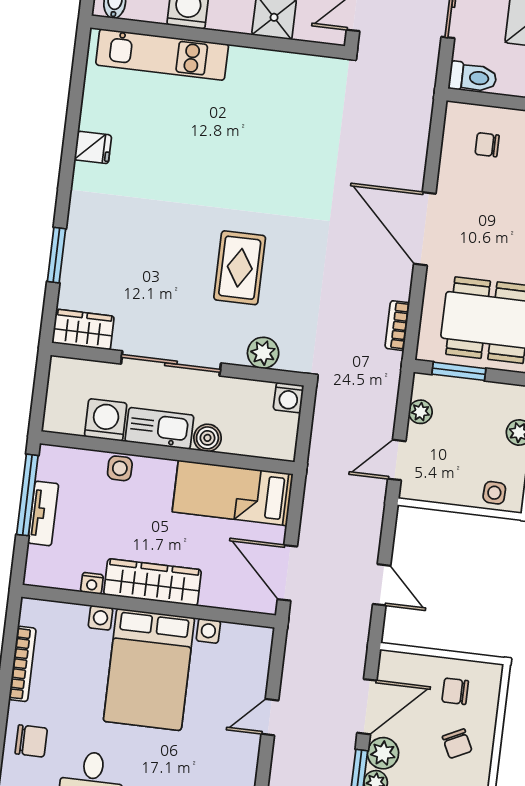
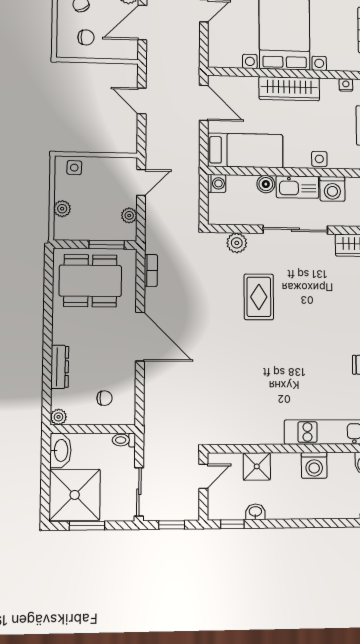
toilet: (473, 77) -> (124, 440), width x0.73, depth x0.72
washing machine: (289, 398) -> (217, 183), moved, turned 90
nightstand: (92, 583) -> (346, 85), moved

